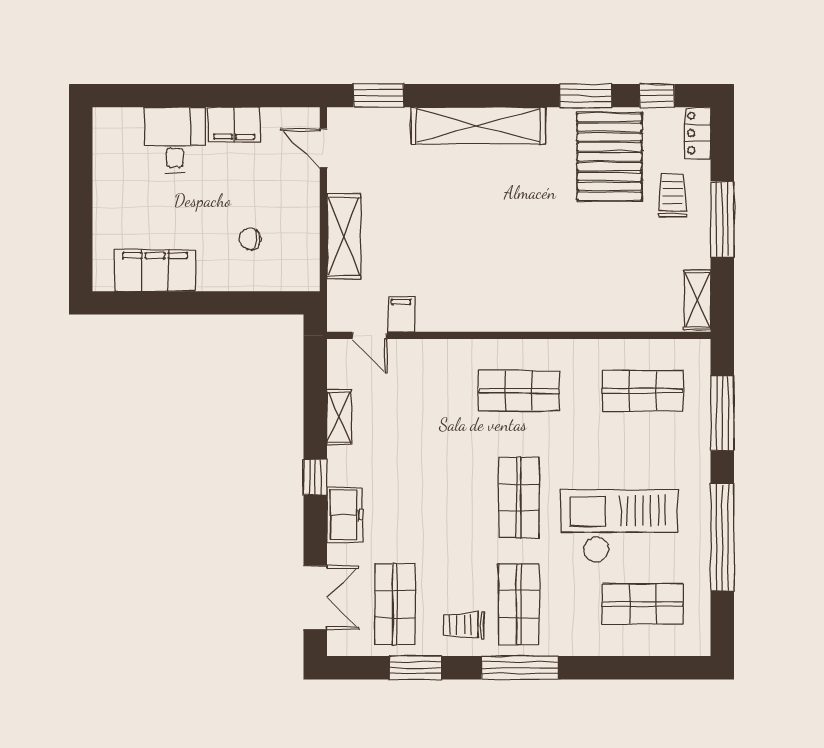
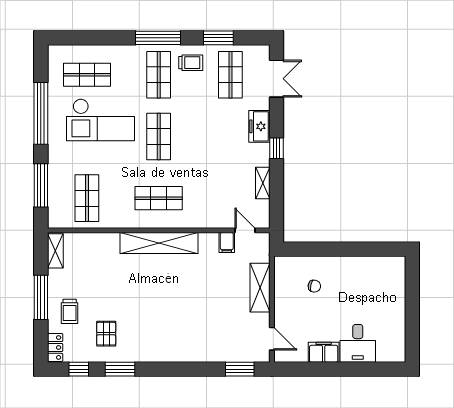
shelving: (478, 126) -> (159, 243), moved
pallet: (610, 157) -> (106, 334), width x0.49, depth x0.50
filing cabinet: (155, 270) -> (369, 268), removed
shop shelf: (643, 391) -> (87, 198), turned 90
double door: (315, 598) -> (277, 79), swing flipped

